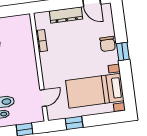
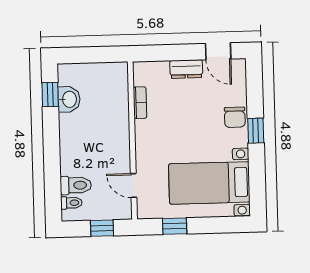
dresser: (66, 15) -> (186, 69), width x0.70
door: (43, 98) -> (134, 186), swing flipped

